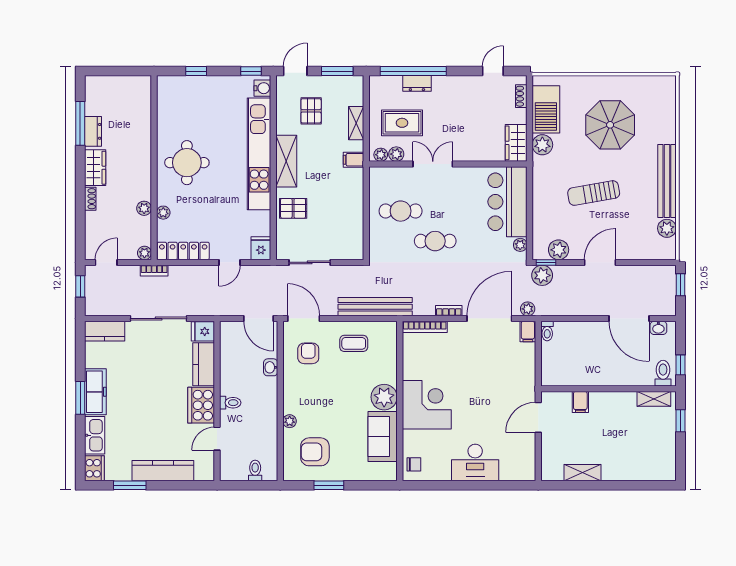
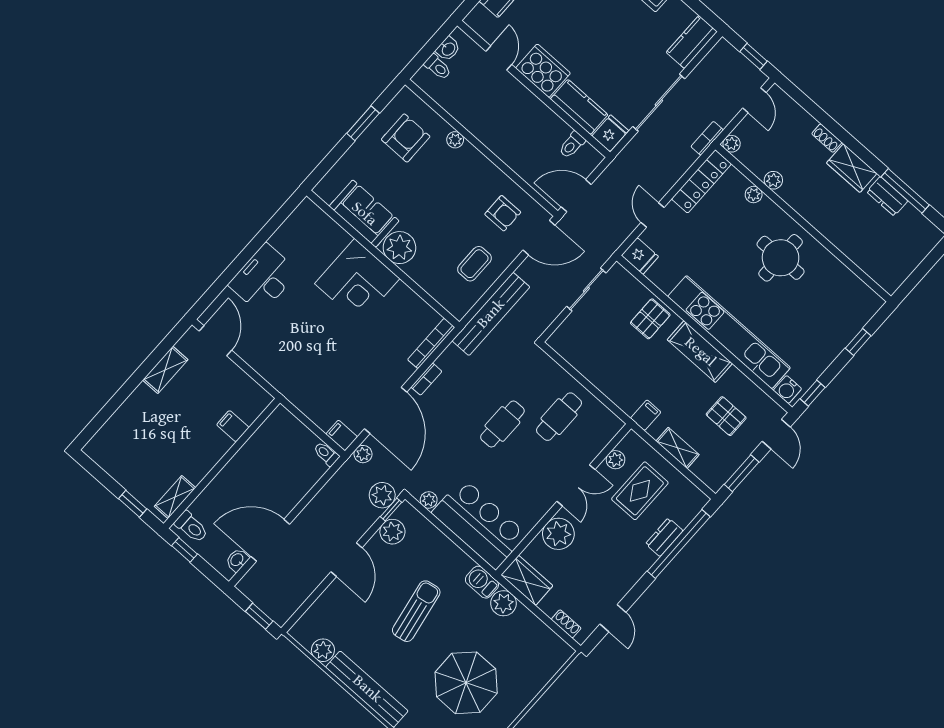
barbecue: (546, 109) -> (482, 582), moved, width x0.53, depth x0.65
plant: (381, 155) -> (558, 534), moved, width x1.87, depth x1.87
washbasin: (271, 367) -> (448, 49), moved, turned 90
toilet: (230, 403) -> (572, 145), moved
door: (538, 417) -> (215, 341), moved
chair: (414, 464) -> (312, 220), removed

